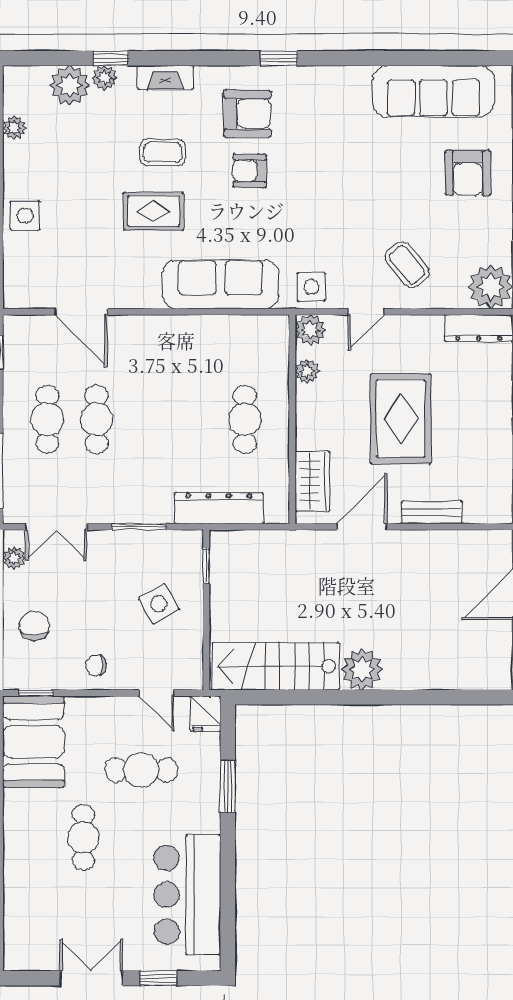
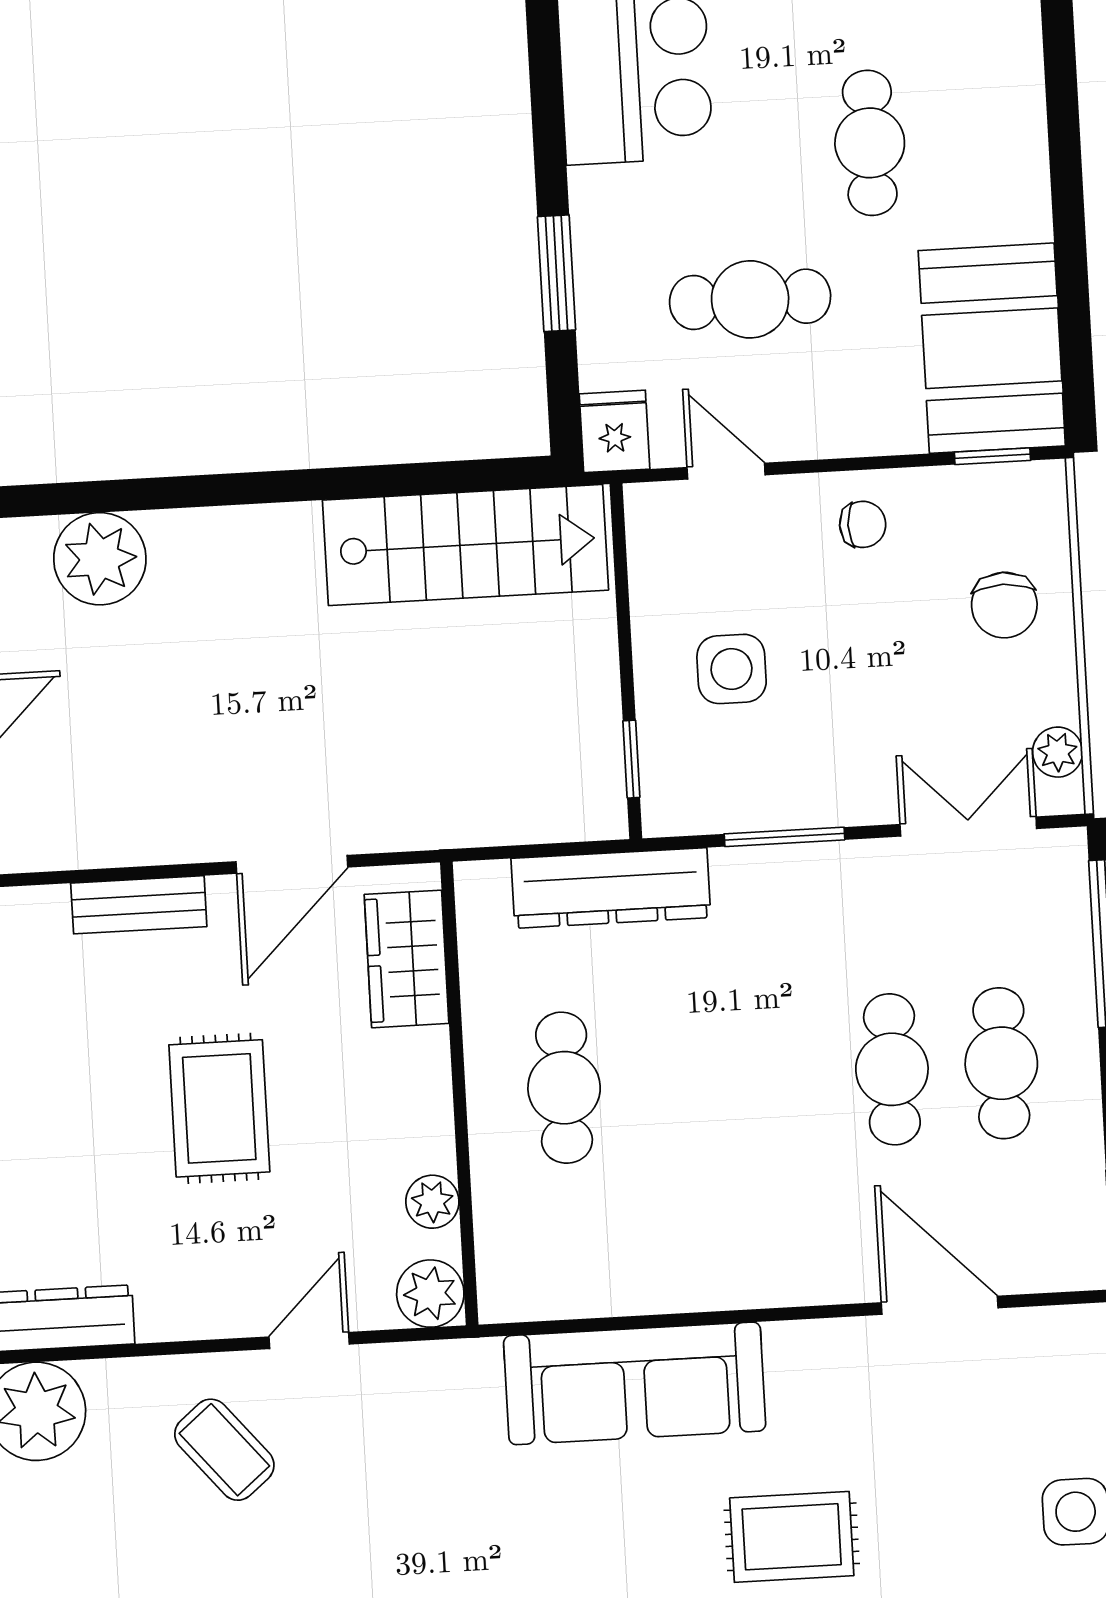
side table: (311, 287) -> (433, 1389), removed
rug: (401, 419) -> (219, 1108), width x0.73, depth x0.70
side table: (159, 604) -> (732, 669), turned 30
plant: (362, 669) -> (100, 559), moved

